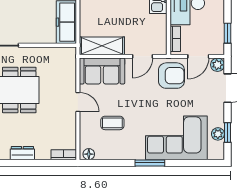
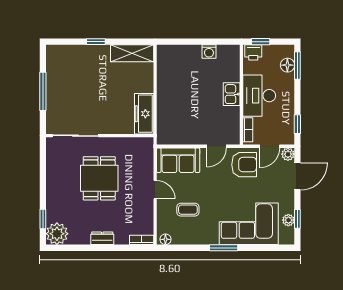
shelving: (102, 46) -> (178, 136), removed

